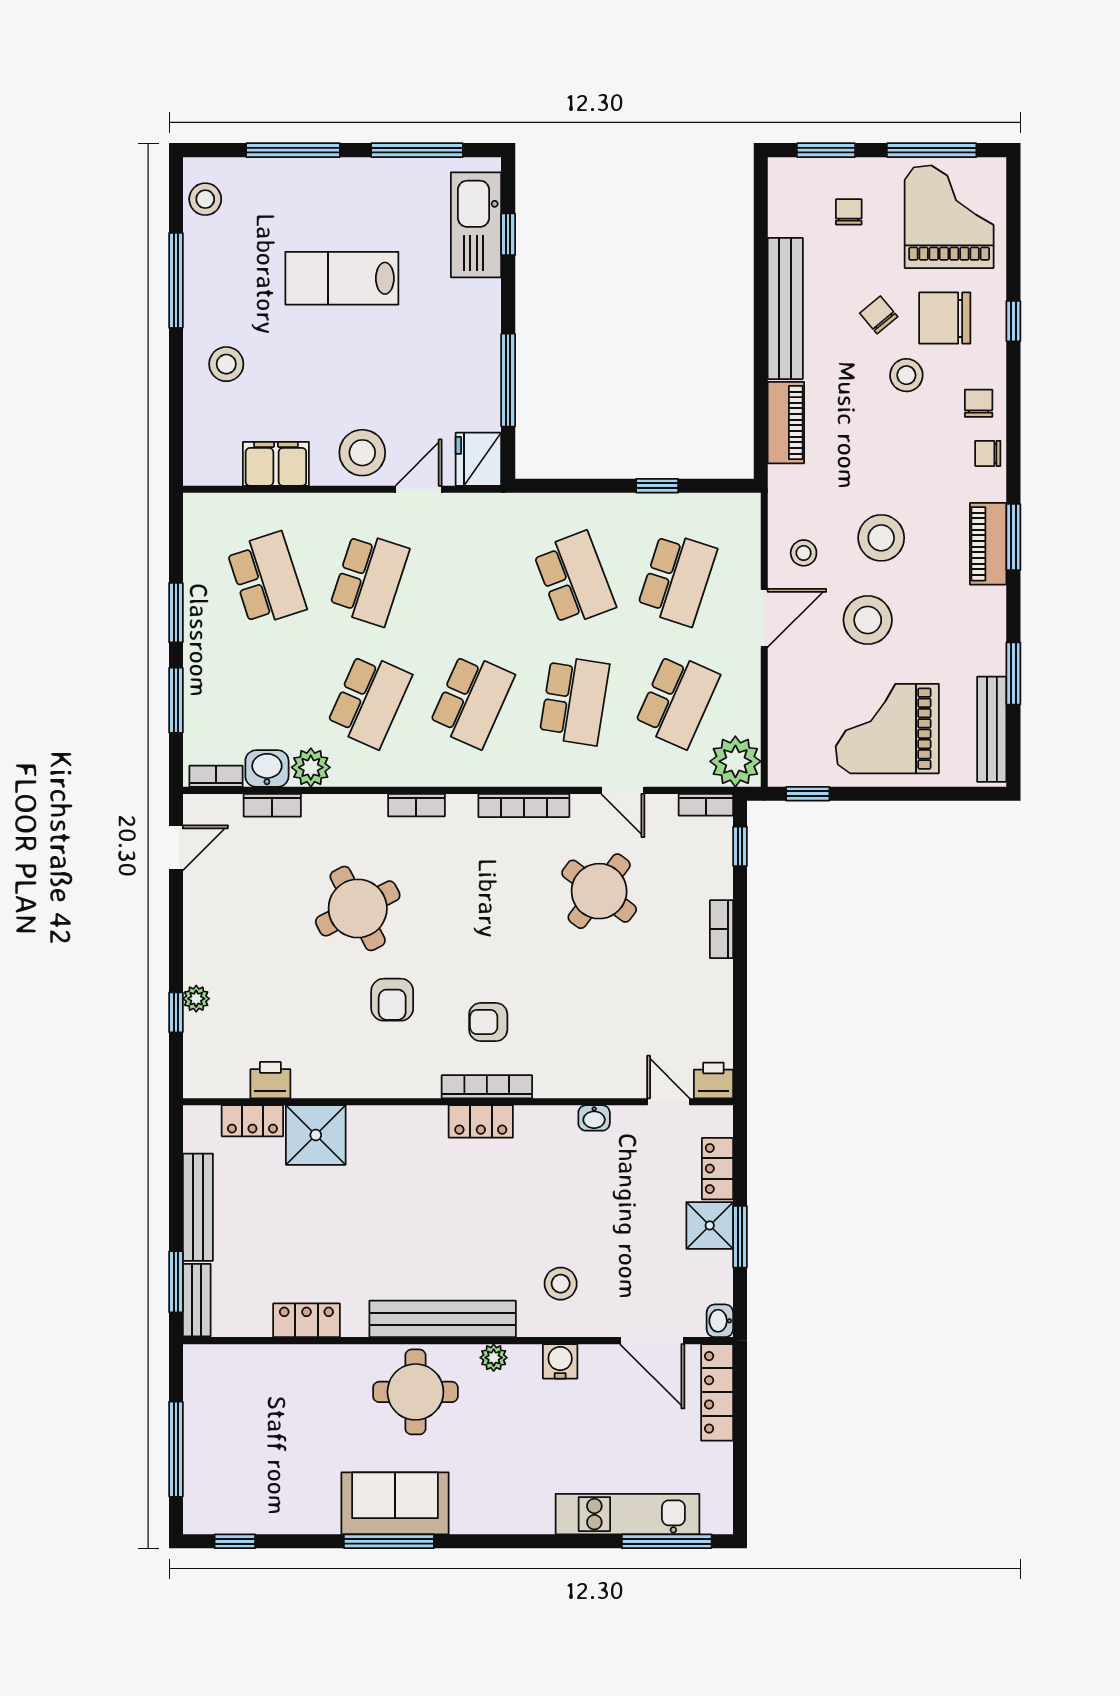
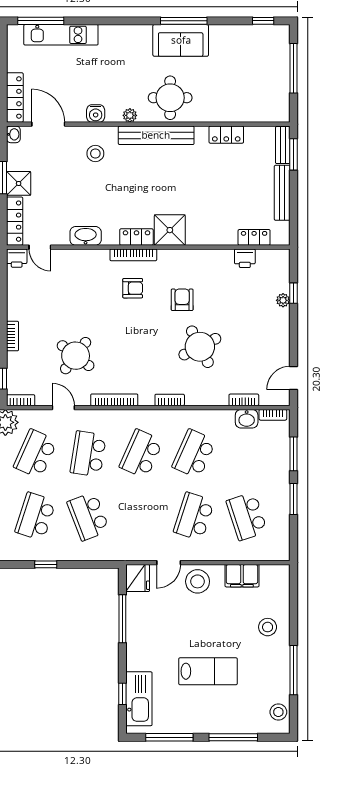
plant: (311, 767) -> (224, 419), removed
washbasin: (594, 1118) -> (86, 236), width x1.91, depth x1.45
shower: (316, 1135) -> (170, 230), moved
locker: (718, 1169) -> (15, 221), width x1.53

